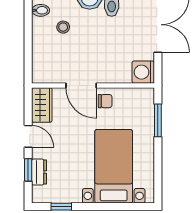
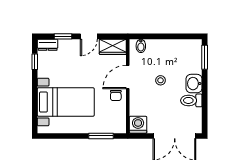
bidet: (41, 10) -> (141, 46), moved
stool: (63, 27) -> (161, 80), moved
dresser: (39, 172) -> (48, 45), moved

